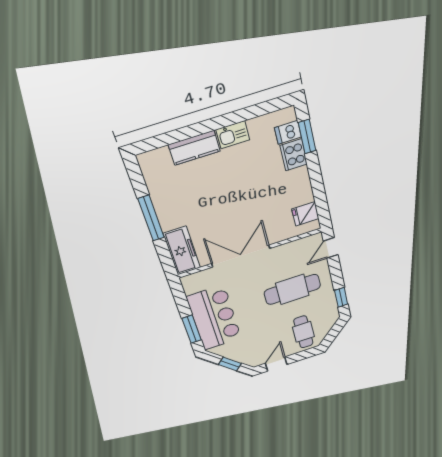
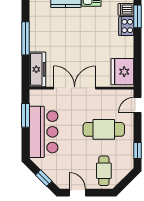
fridge: (305, 214) -> (122, 72), width x1.88, depth x1.34
window: (192, 329) -> (25, 115), moved
door: (276, 364) -> (77, 193), hinge flipped

